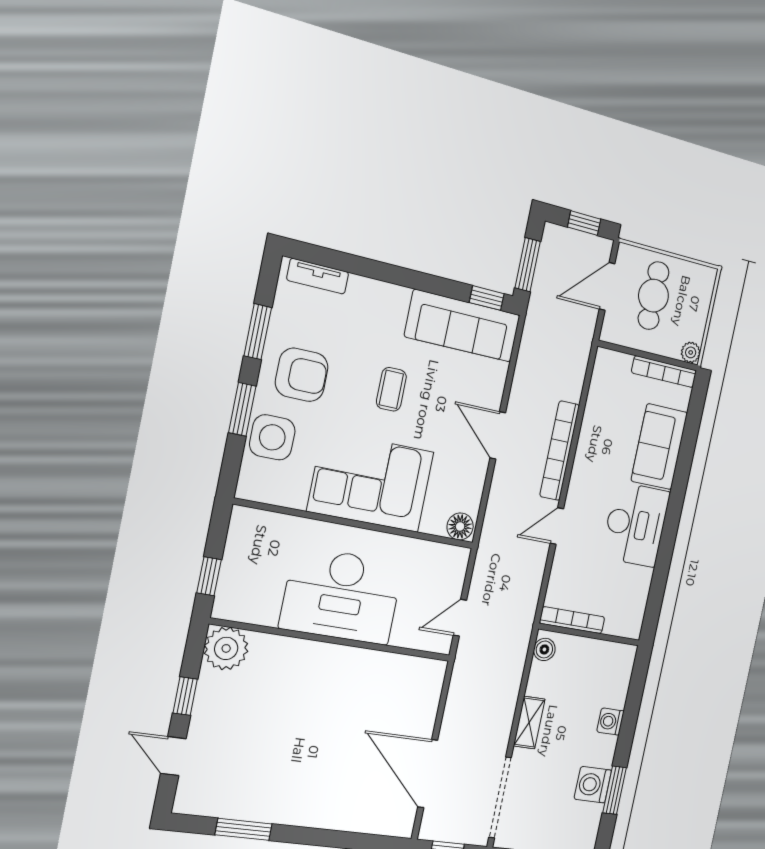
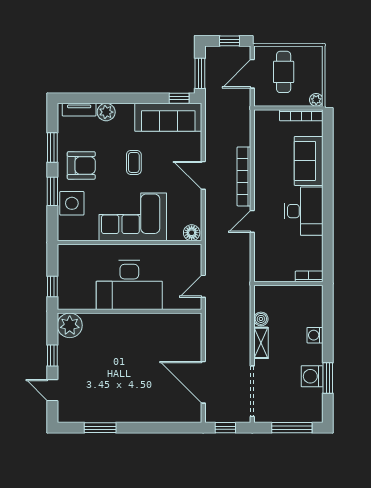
plant: (363, 292) -> (106, 112), added
bookcase: (572, 620) -> (309, 276), moved, width x0.64
boiler: (544, 649) -> (261, 319), moved

